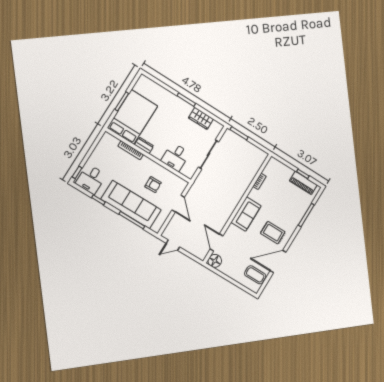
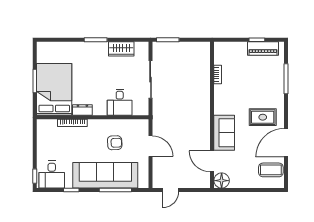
sofa: (246, 214) -> (224, 133), moved

